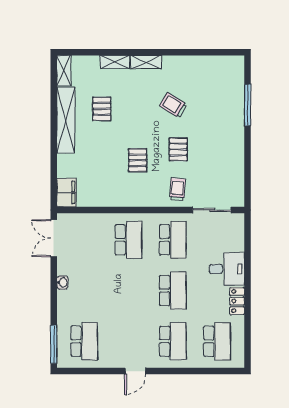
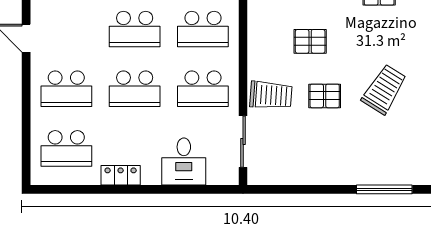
trolley: (173, 105) -> (384, 89), width x1.36, depth x1.39
trolley: (178, 189) -> (271, 95), width x1.36, depth x1.39
desk: (227, 269) -> (184, 162), moved
school desk: (128, 291) -> (135, 29), added

